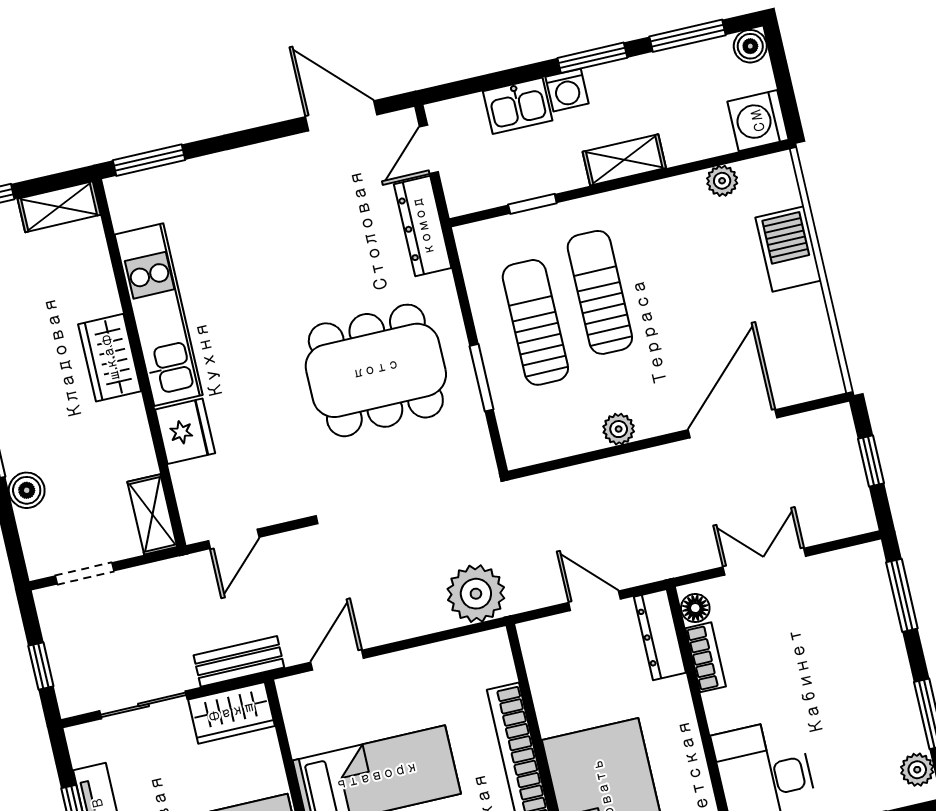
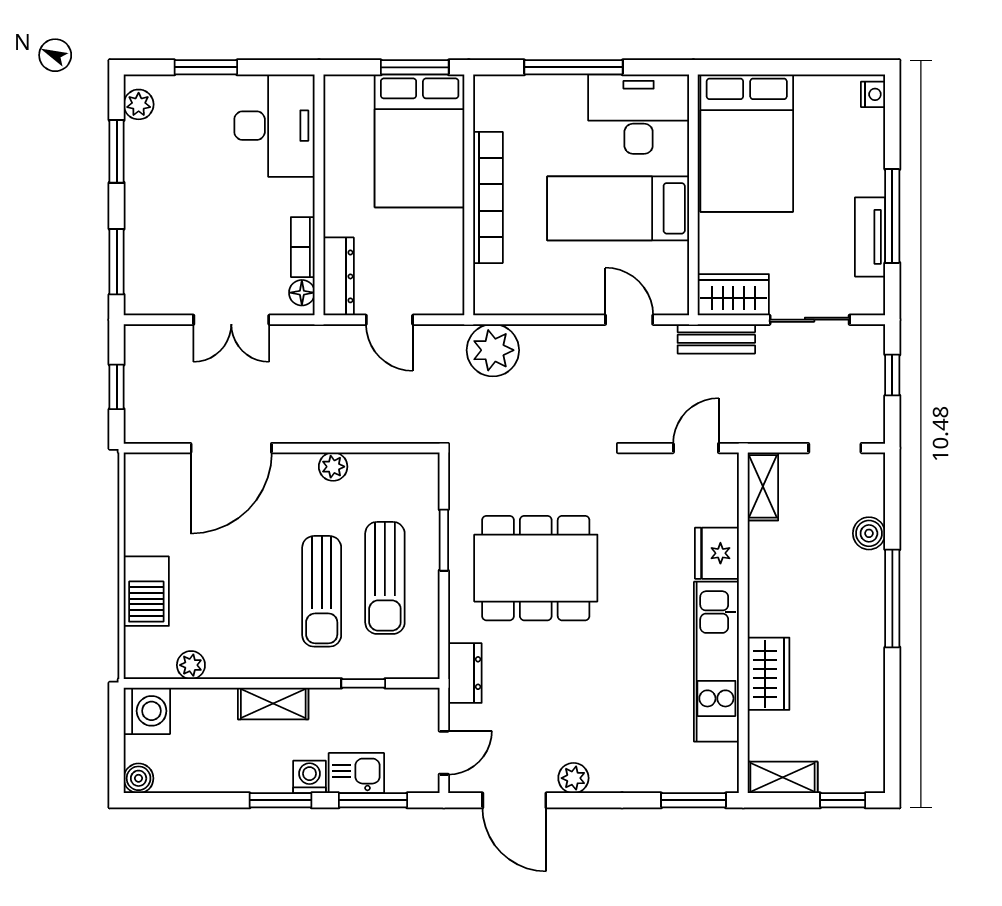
window: (687, 36) -> (373, 800), moved
plant: (283, 154) -> (573, 778), added
dresser: (423, 226) -> (465, 673), width x0.70
wardrobe: (110, 358) -> (769, 674), moved
door: (337, 660) -> (629, 320), swing flipped

